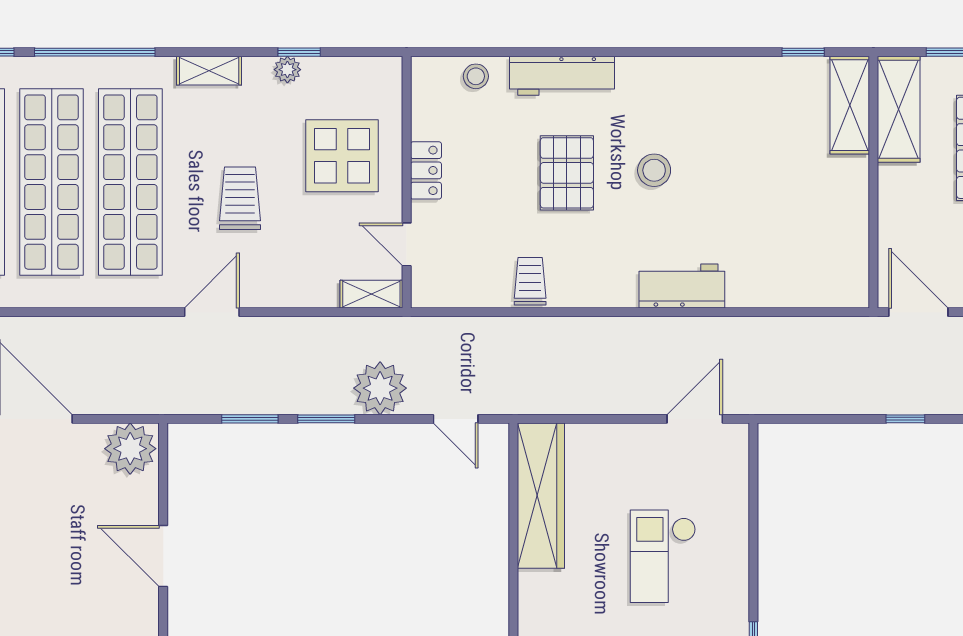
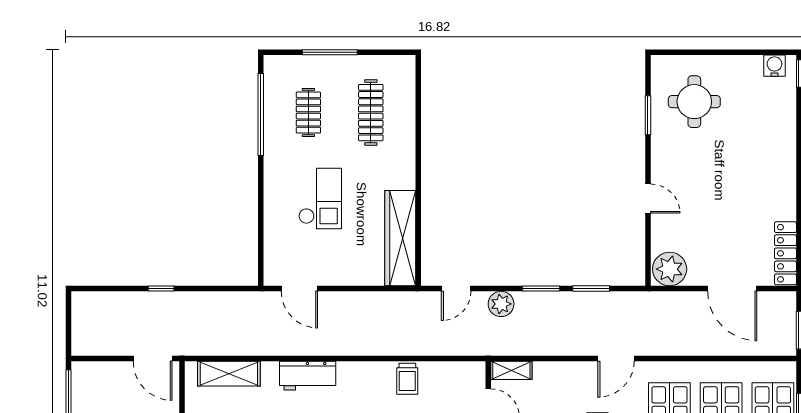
shelving: (802, 289) -> (229, 374), added
plant: (380, 388) -> (501, 304), width x0.73, depth x0.73
door: (456, 419) -> (456, 289), swing flipped
door: (695, 419) -> (299, 289), hinge flipped
door: (163, 556) -> (648, 199), width x0.73

